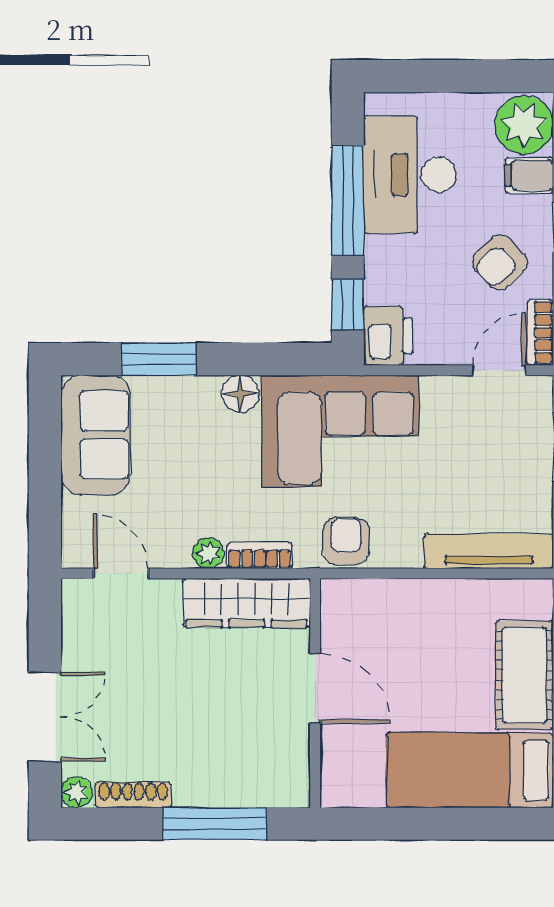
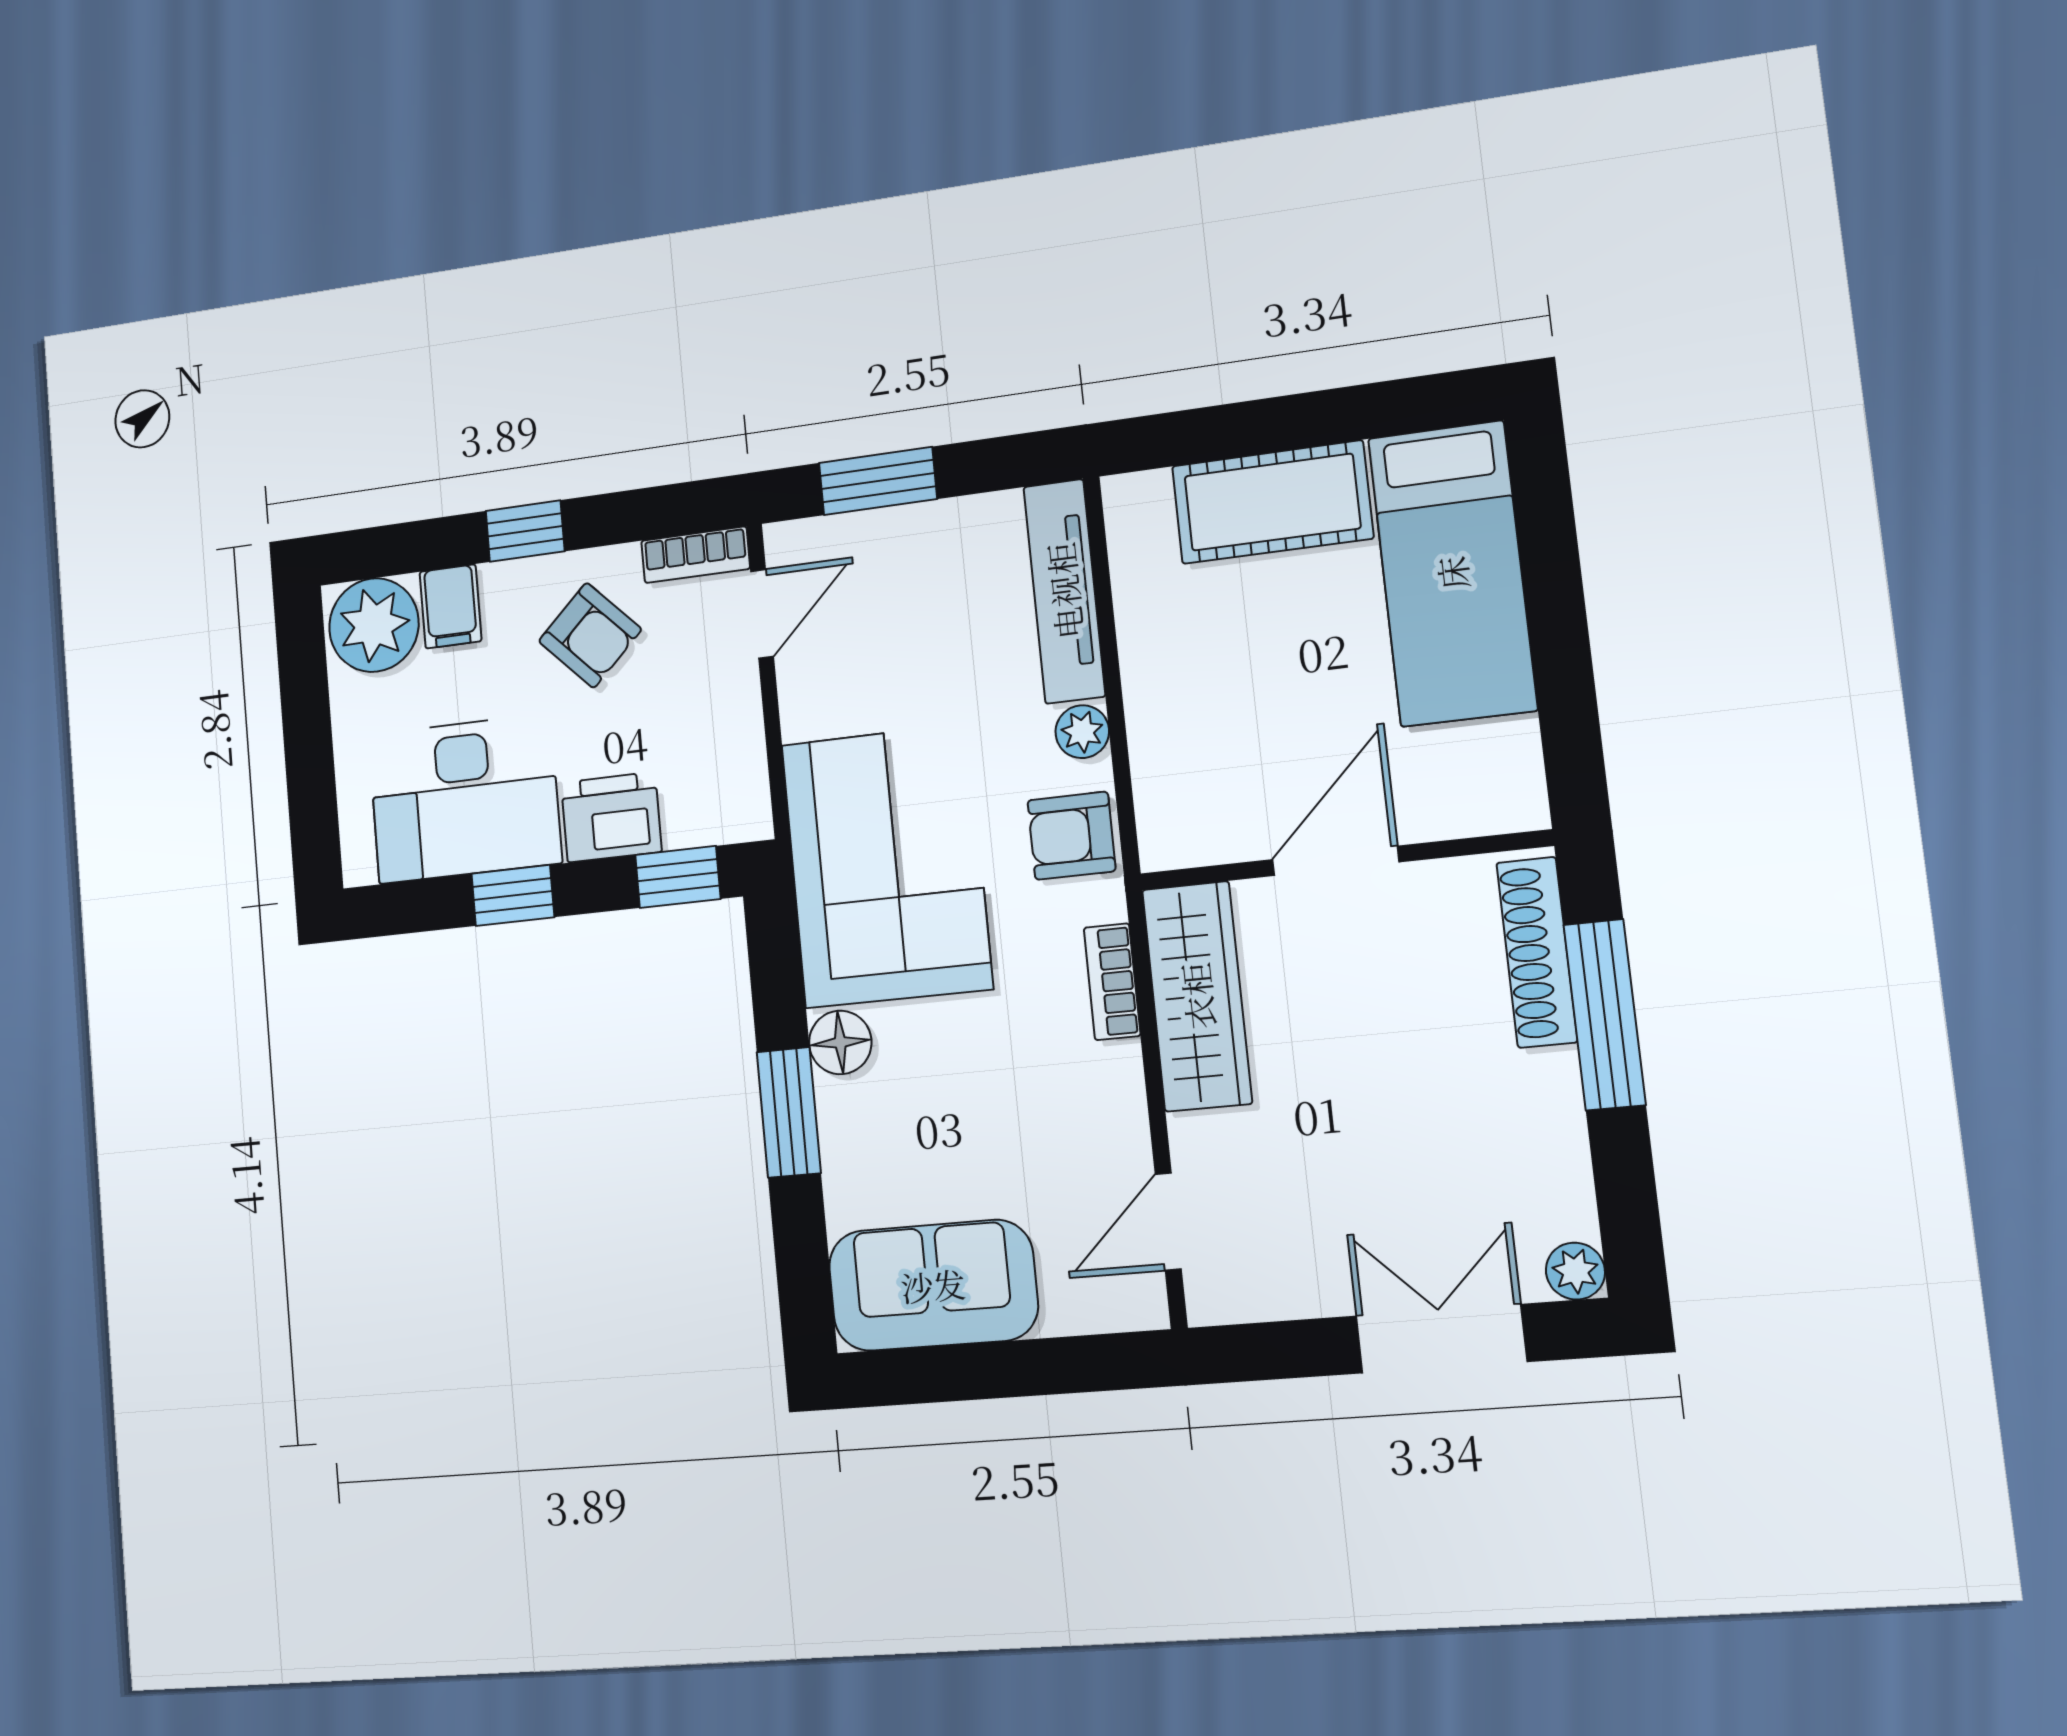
window: (348, 200) -> (513, 895), width x0.46
printer: (388, 336) -> (611, 817), moved
window: (159, 359) -> (789, 1112), moved
door: (499, 370) -> (762, 614), swing flipped
plant: (208, 553) -> (1082, 732), moved
shoe rack: (133, 795) -> (1537, 952), moved, width x1.36, depth x1.24

